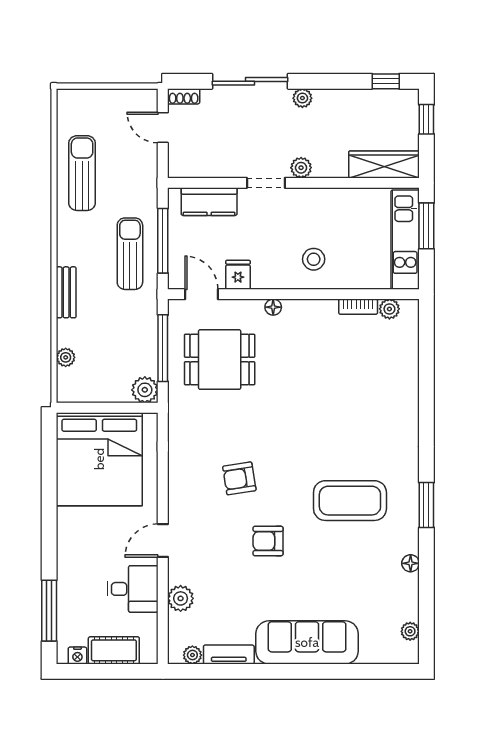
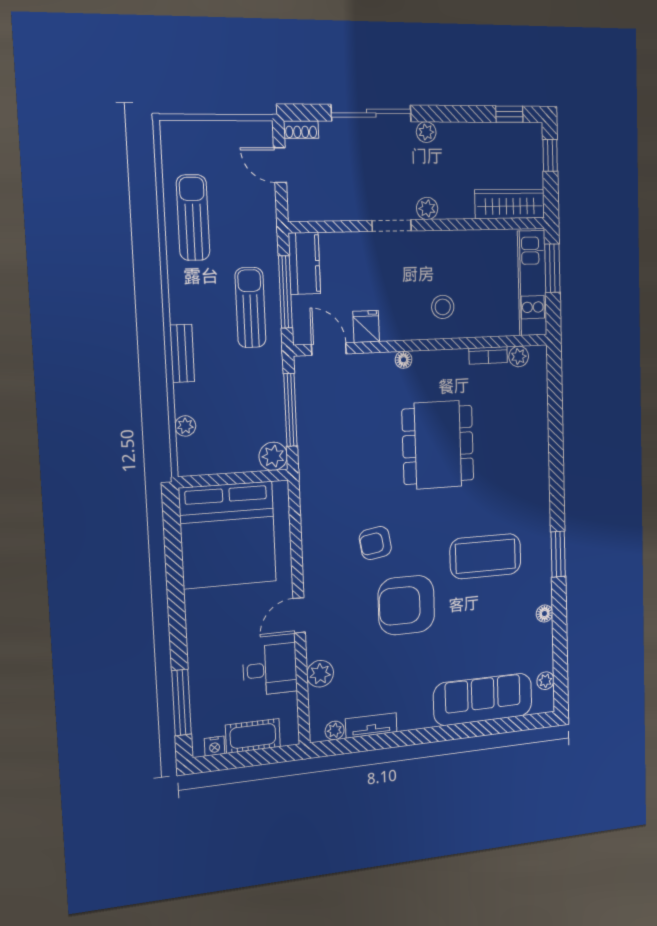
kitchen counter: (209, 202) -> (304, 263), moved, turned -90
dining table: (220, 360) -> (438, 445), moved, width x1.38
armchair: (268, 541) -> (406, 605), width x1.88, depth x1.88
sofa: (307, 642) -> (483, 699), moved

